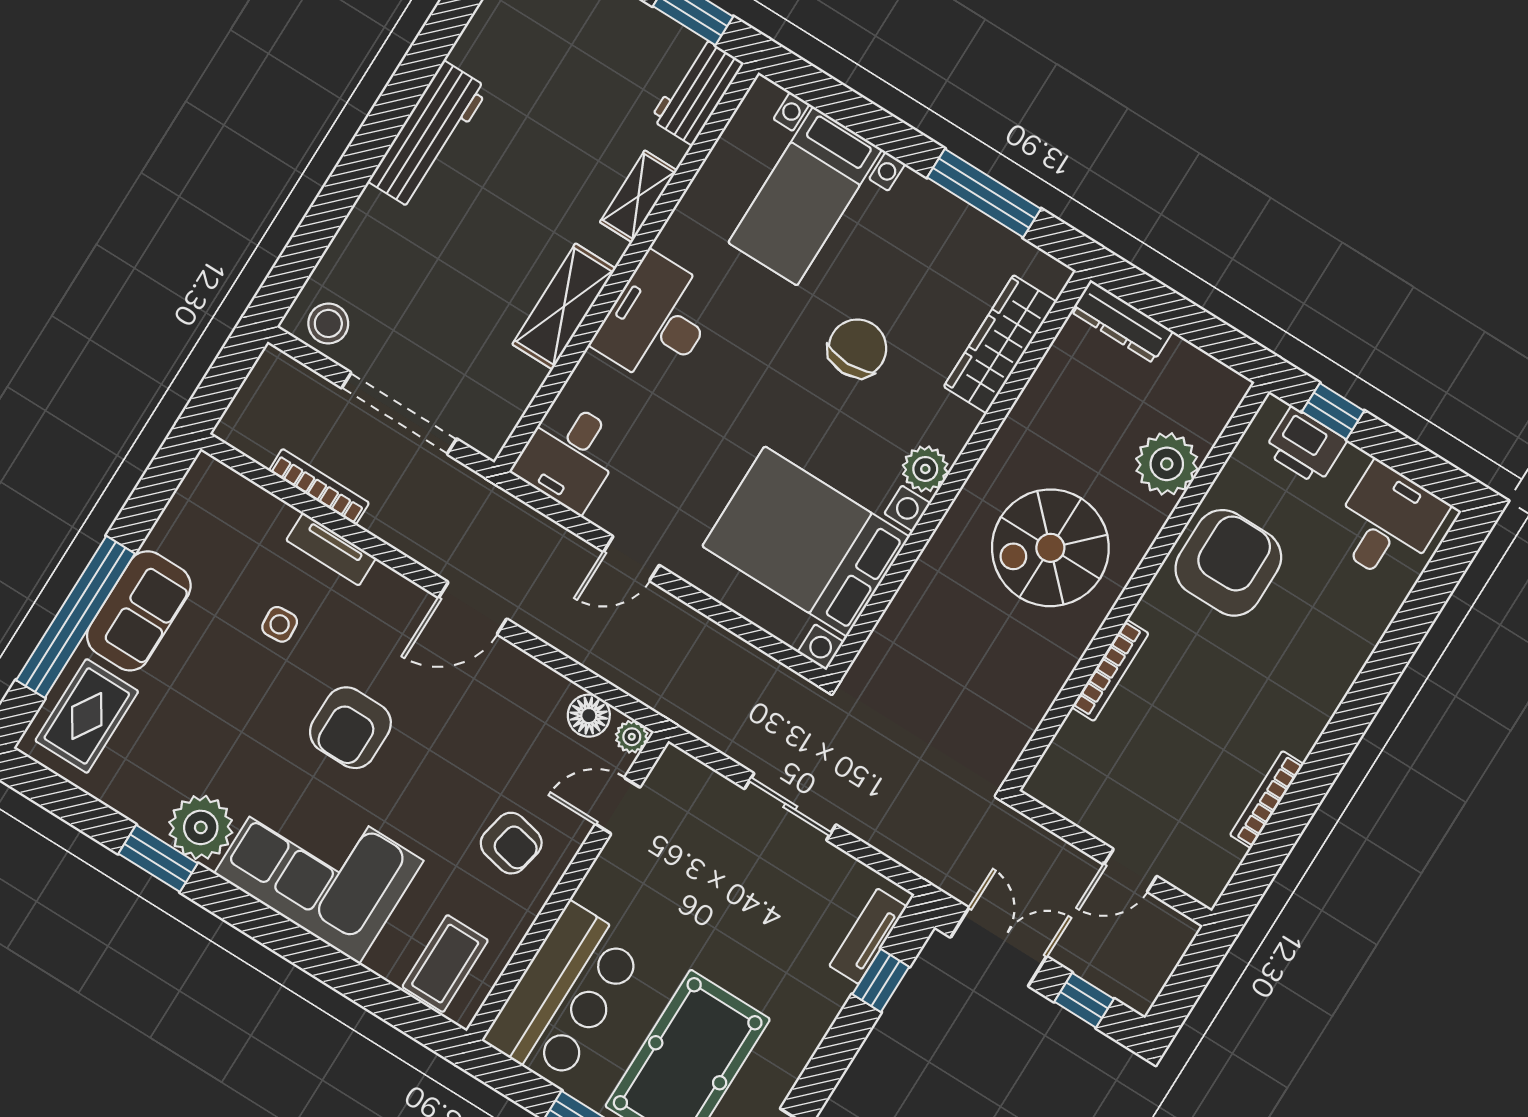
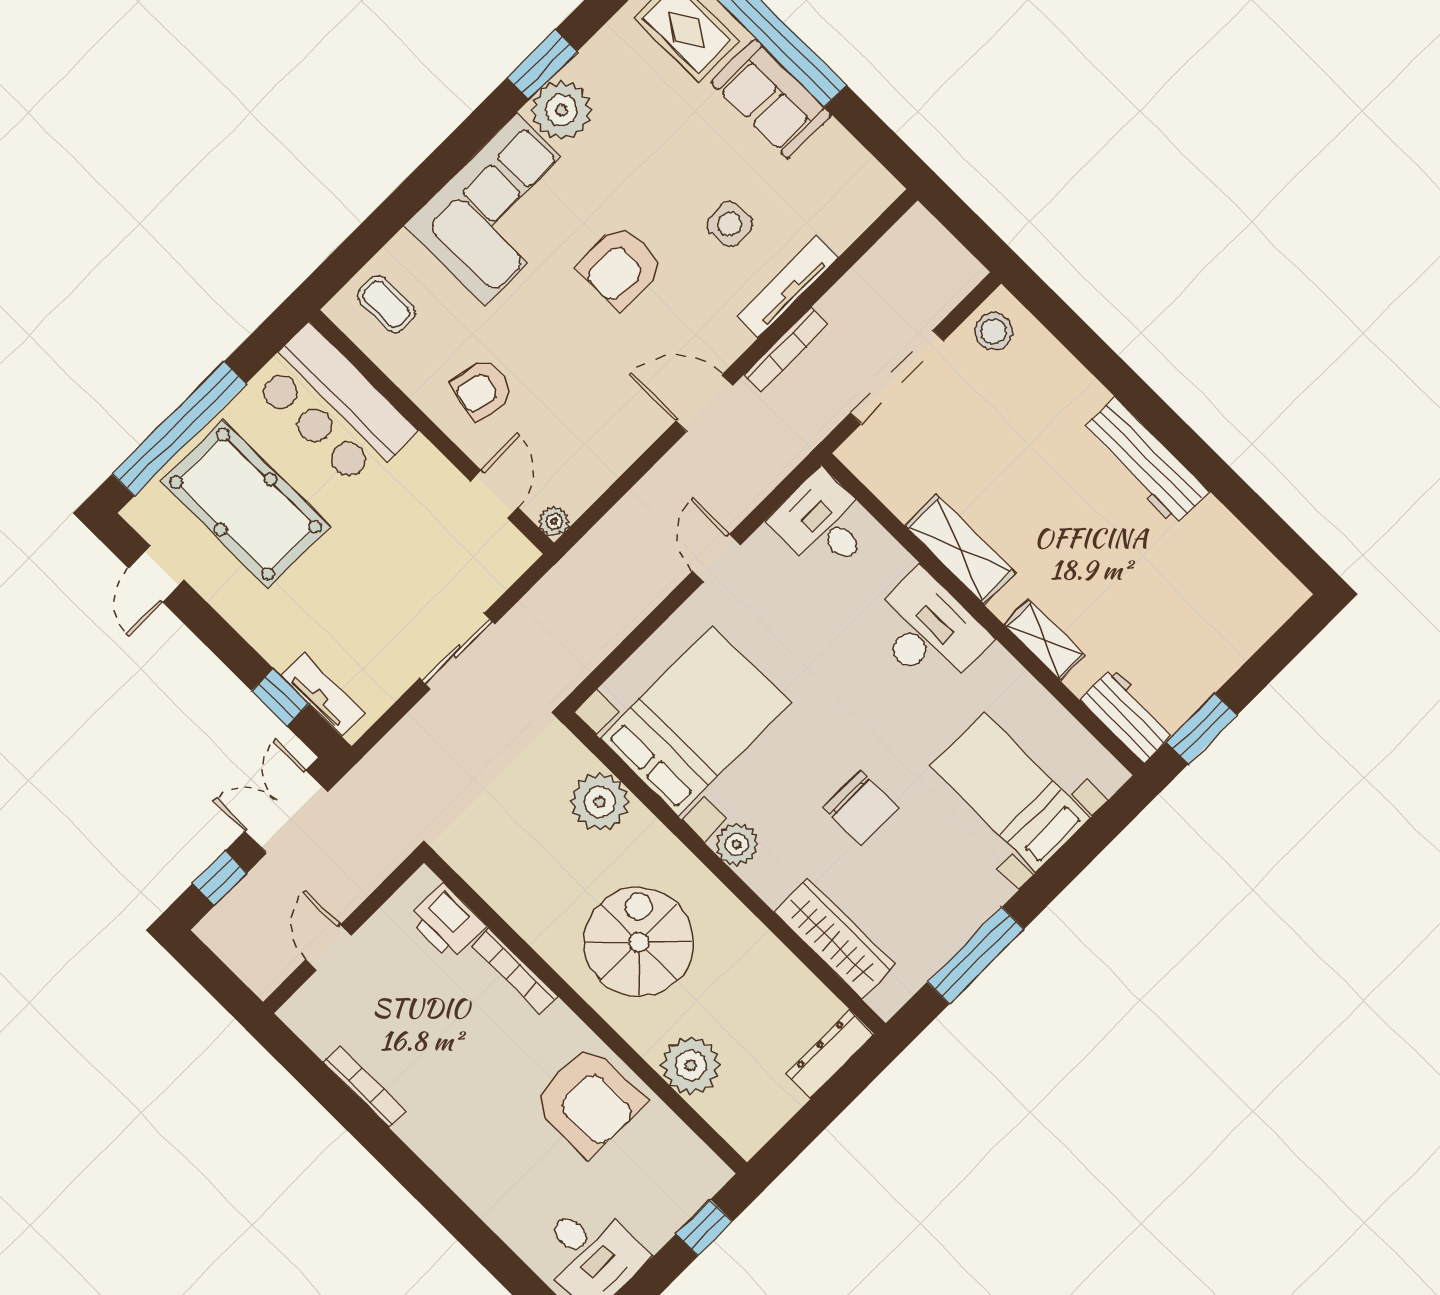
printer: (1305, 446) -> (447, 922), moved, turned -90
bookcase: (319, 487) -> (786, 350), moved
tv unit: (331, 549) -> (788, 287), width x1.41
door: (473, 608) -> (704, 403), hinge flipped
plant: (913, 622) -> (600, 802), added
side table: (280, 624) -> (730, 224), width x1.37, depth x1.37
floor lamp: (589, 716) -> (582, 487), removed
armchair: (350, 728) -> (621, 267), turned -90
double door: (999, 947) -> (286, 812), swing flipped
coffee table: (445, 964) -> (386, 304), width x0.73, depth x0.77

